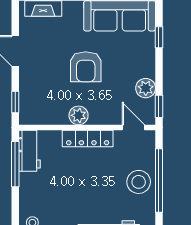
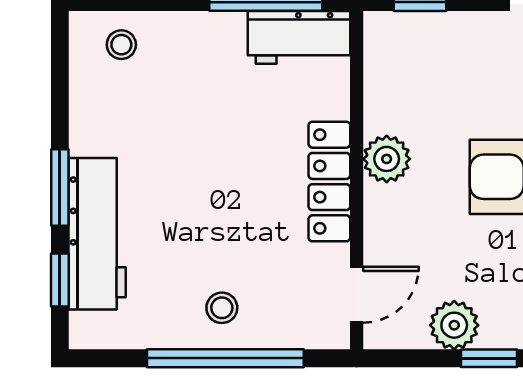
window: (159, 106) -> (489, 358), moved
stool: (139, 182) -> (222, 308), width x0.53, depth x0.53

